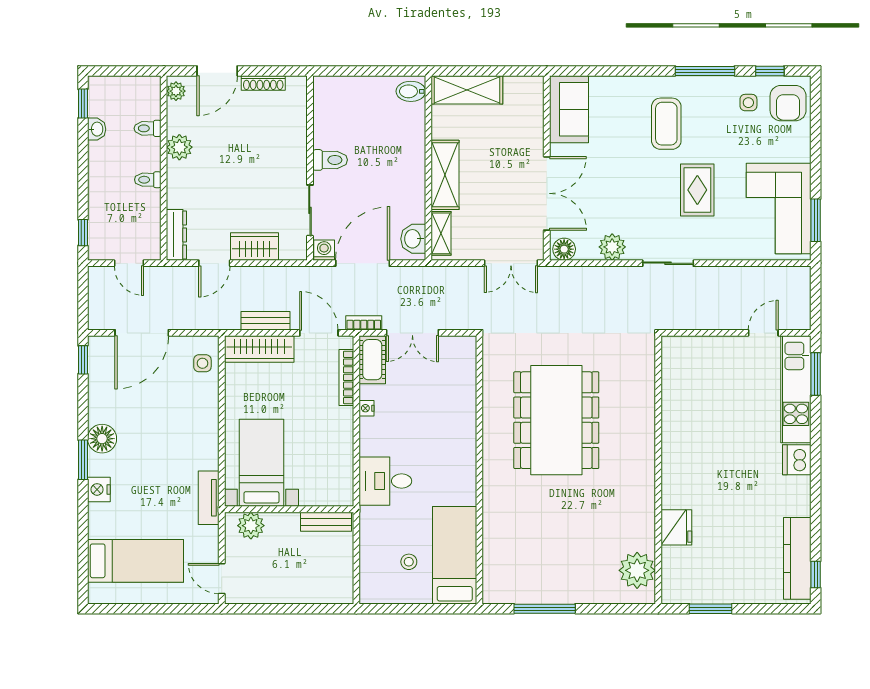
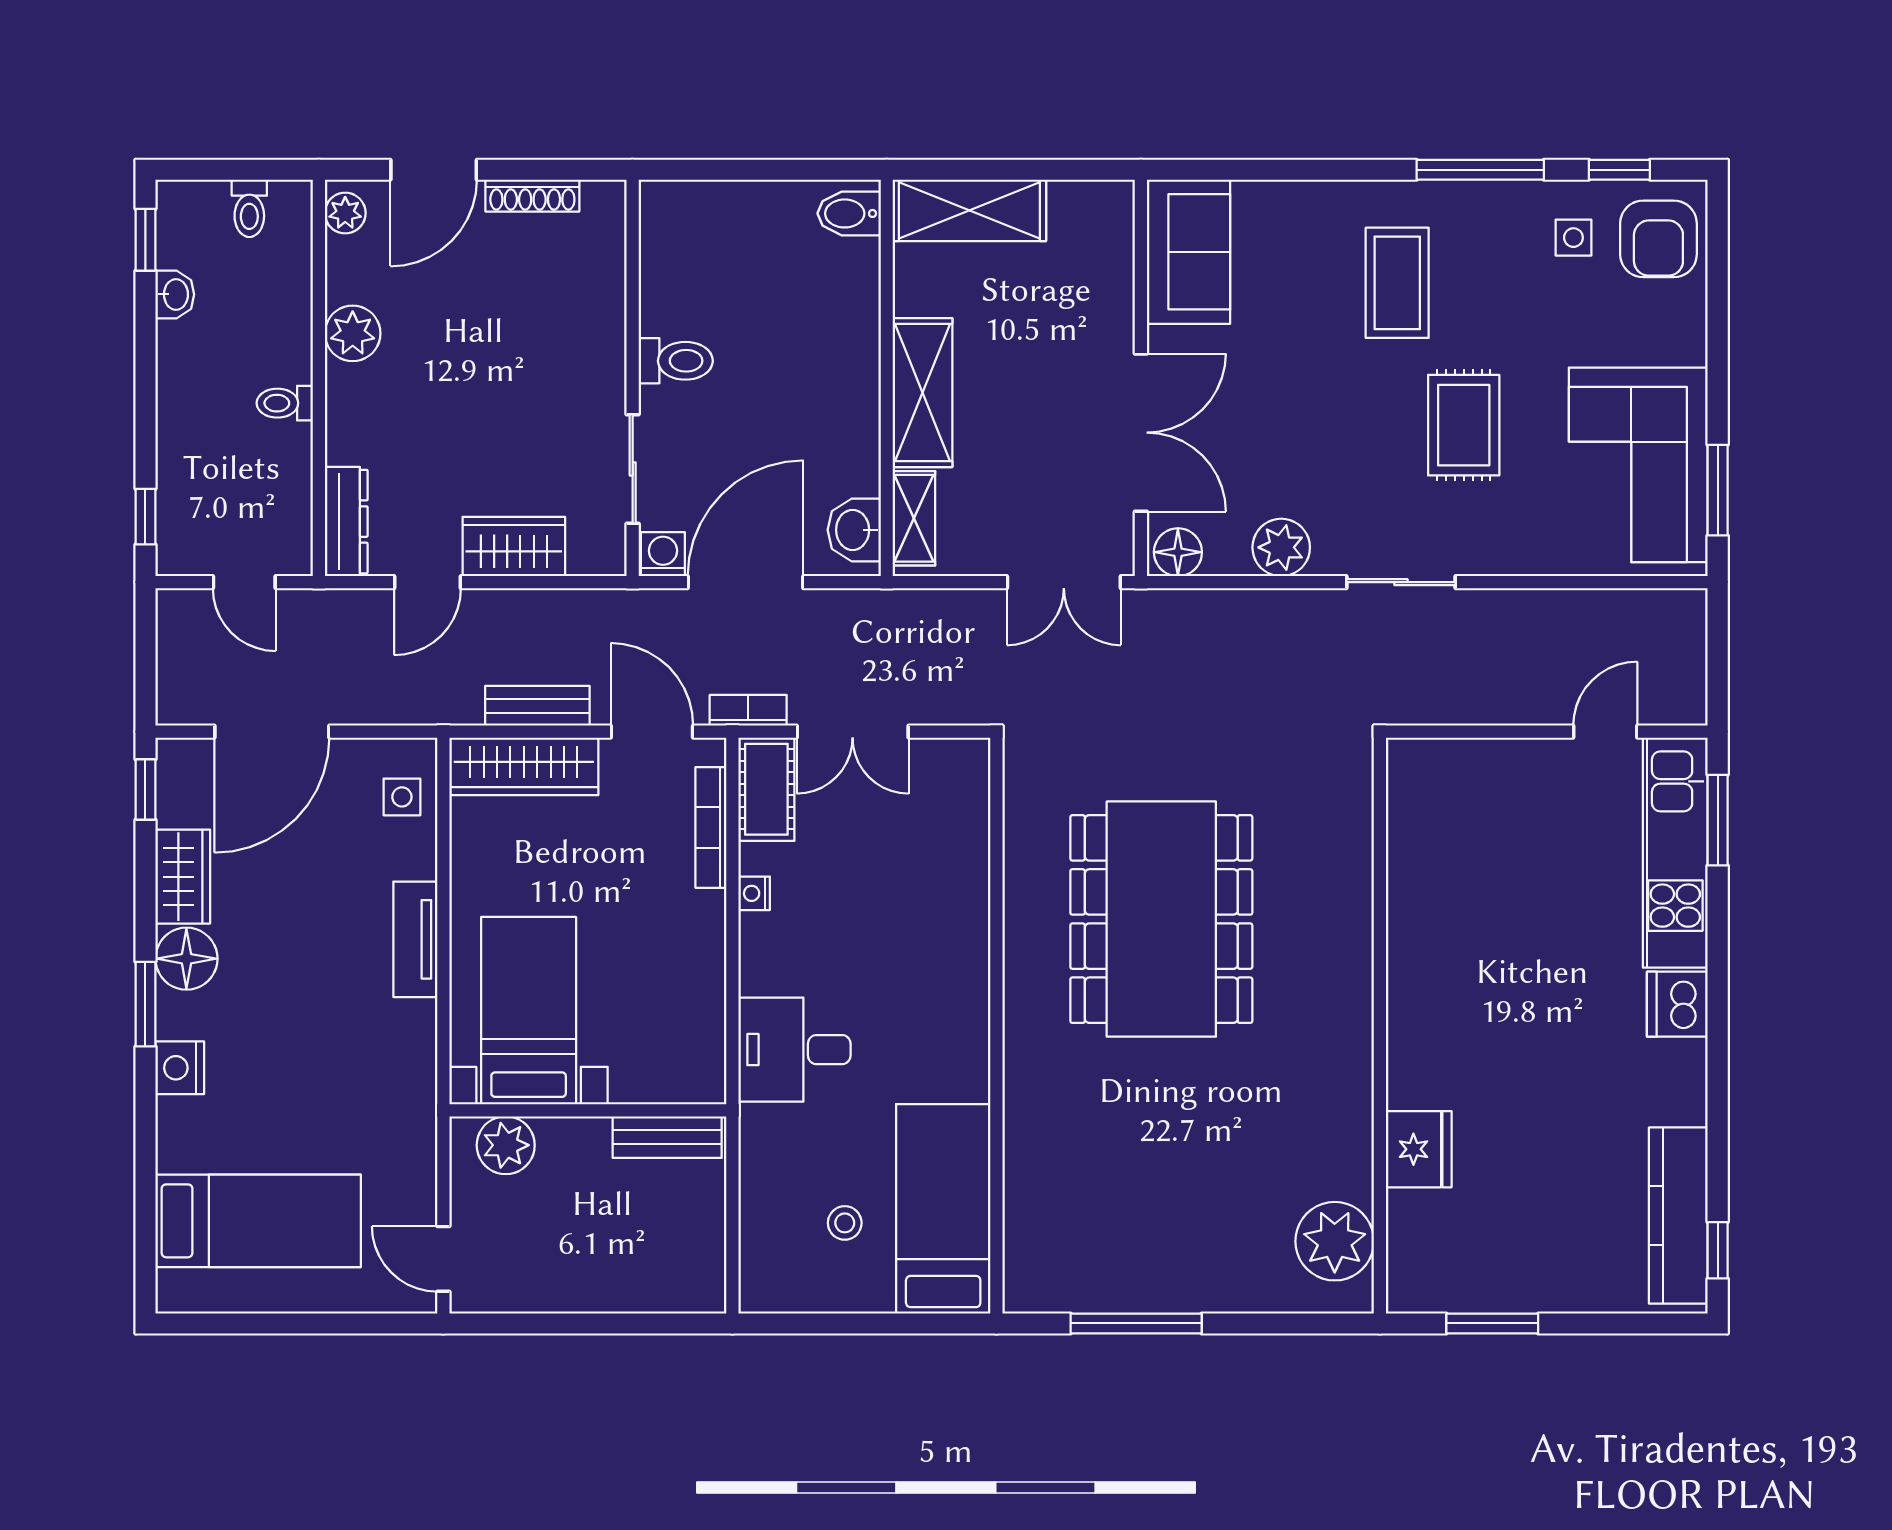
toilet: (148, 128) -> (249, 208), moved, turned -90
wardrobe: (100, 400) -> (183, 877), added
tv unit: (209, 498) -> (415, 939), moved

